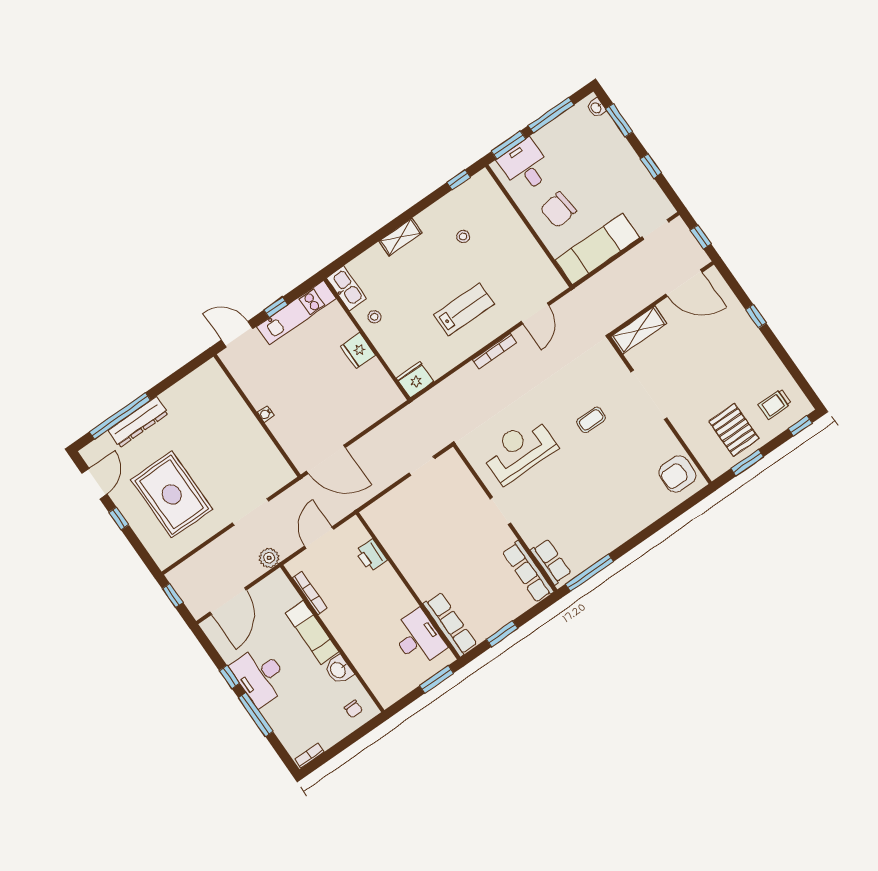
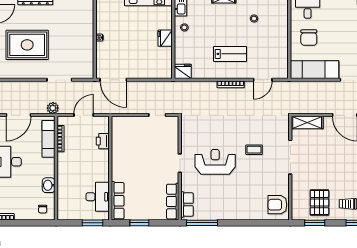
chair: (558, 210) -> (309, 38), turned -83
reception desk: (519, 450) -> (215, 162), moved
rug: (172, 494) -> (27, 45), turned 90
exam couch: (312, 632) -> (49, 139), moved

